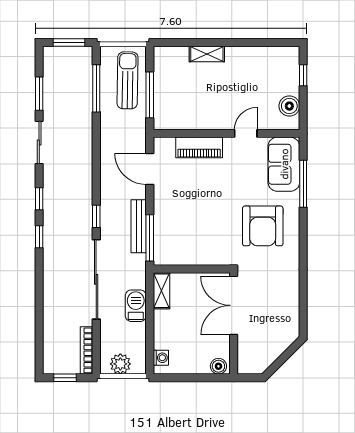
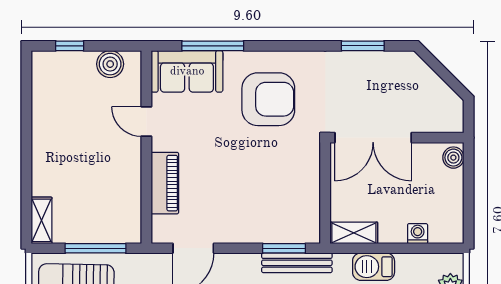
shelving: (207, 54) -> (41, 220), moved
bench: (139, 226) -> (297, 263), moved
window: (150, 238) -> (284, 248), width x0.69
window: (303, 297) -> (363, 46), added
washing machine: (161, 358) -> (418, 234), moved

